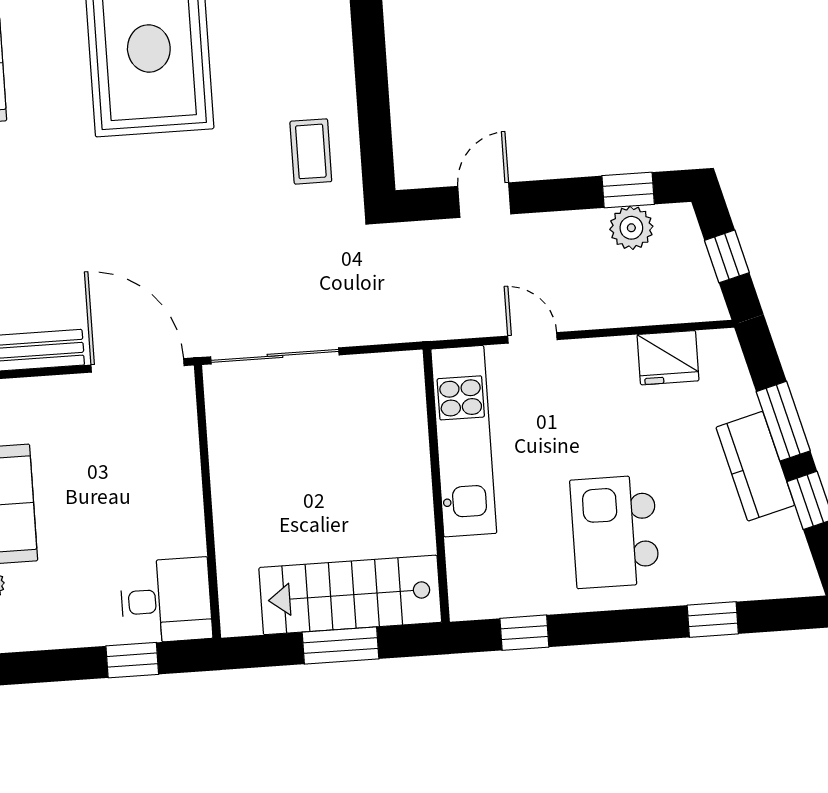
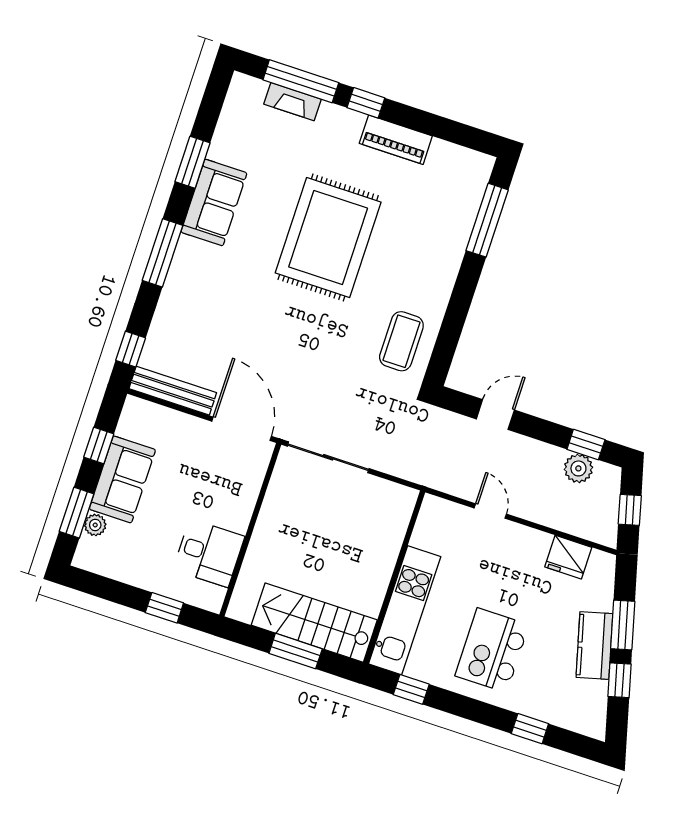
coffee table: (311, 151) -> (401, 341), width x1.36, depth x1.30
kitchen unit: (464, 441) -> (405, 610), moved
desk: (166, 601) -> (209, 553), moved

